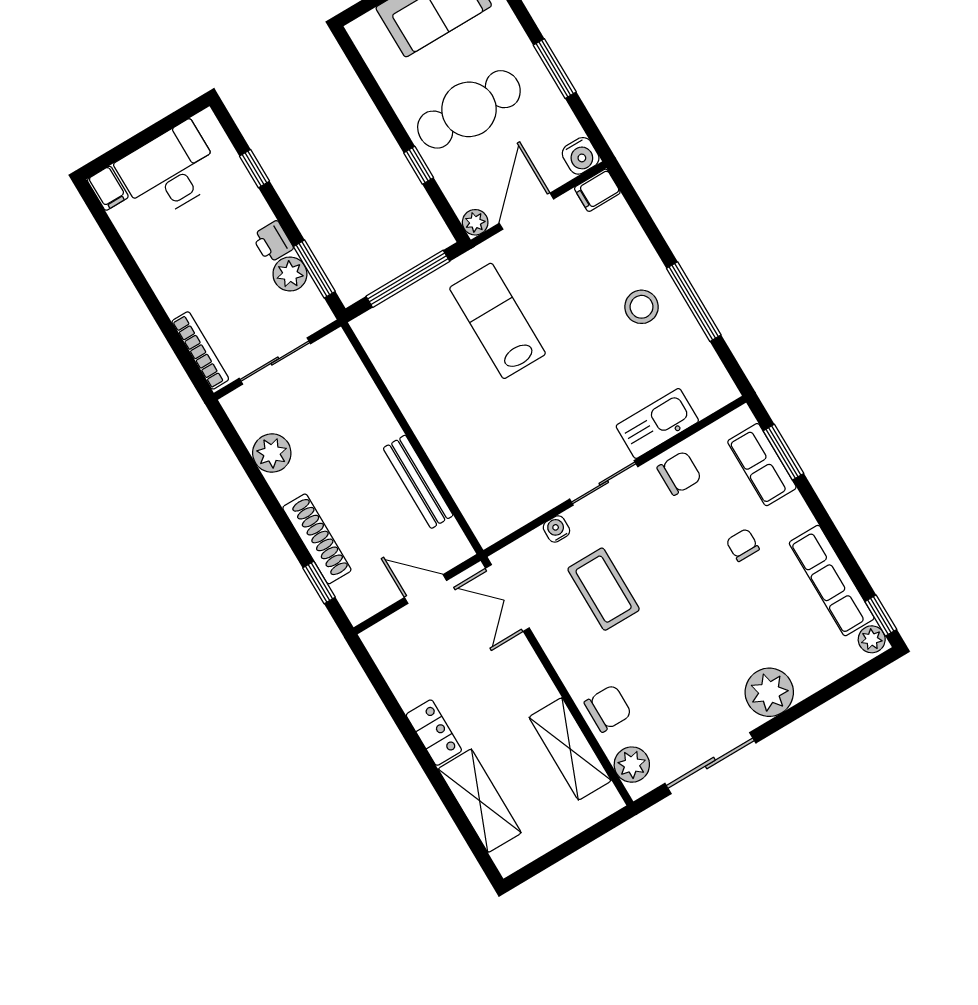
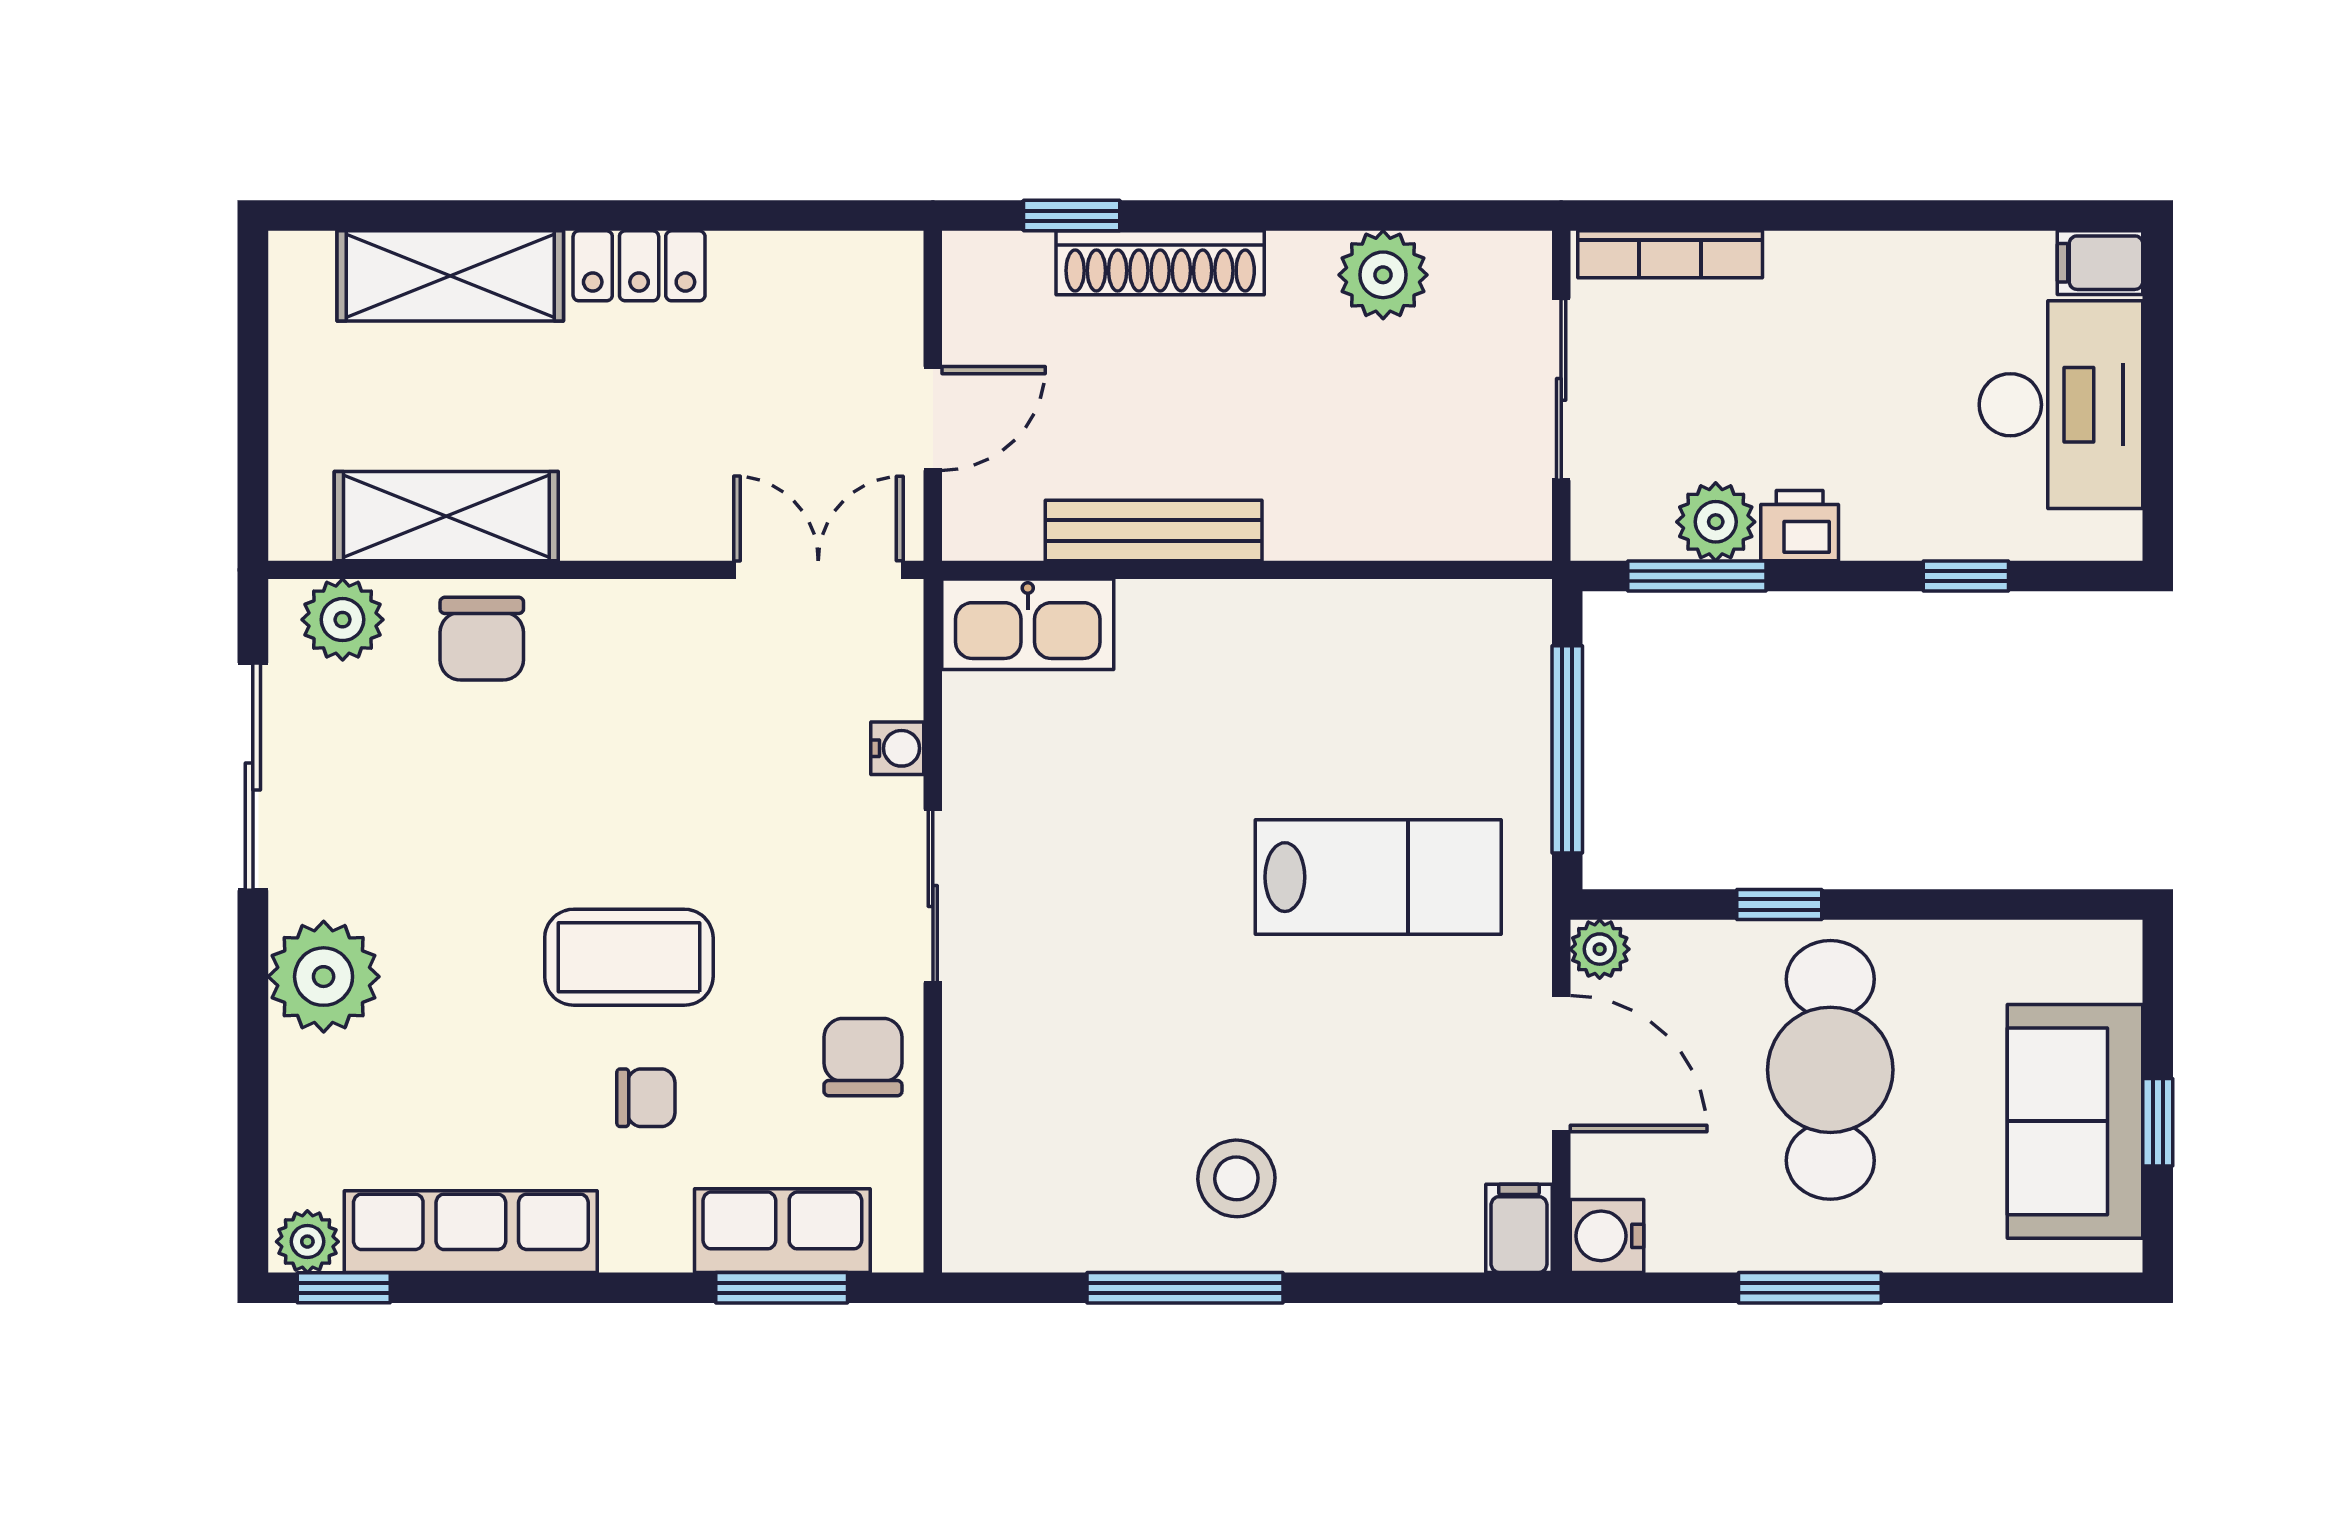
kitchen sink: (657, 423) -> (1028, 624), moved, turned 90
chair: (679, 473) -> (863, 1057), turned 180
coffee table: (604, 589) -> (629, 957), moved

